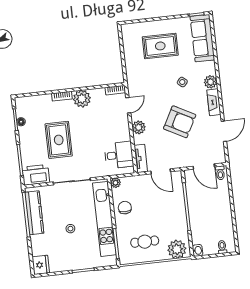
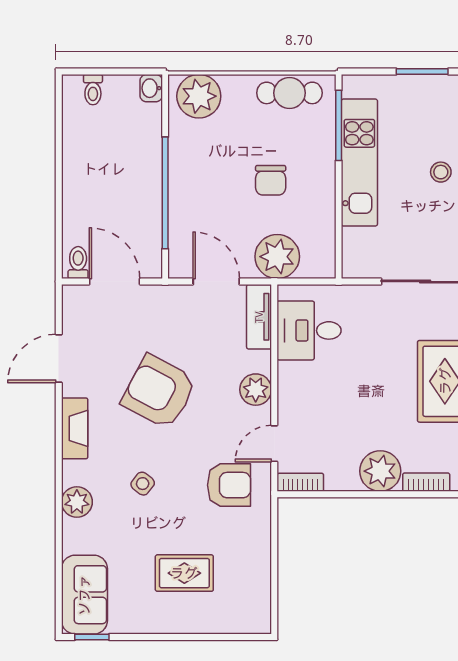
sofa: (202, 38) -> (84, 595), width x0.73
rug: (160, 46) -> (184, 573), width x0.73, depth x0.70
plant: (211, 82) -> (77, 502), moved
armchair: (145, 86) -> (229, 485), added
plant: (116, 183) -> (277, 257), moved, width x1.88, depth x1.88
chair: (125, 208) -> (271, 180), moved
kitchen unit: (104, 219) -> (359, 163), width x0.73
cafe table: (145, 242) -> (289, 93), moved

